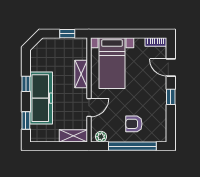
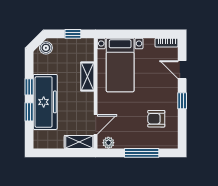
boiler: (42, 47) -> (46, 48), added
door: (89, 108) -> (96, 124), moved
window: (26, 121) -> (29, 112), moved
armchair: (134, 124) -> (156, 119), moved
window: (132, 146) -> (142, 153), width x0.68

